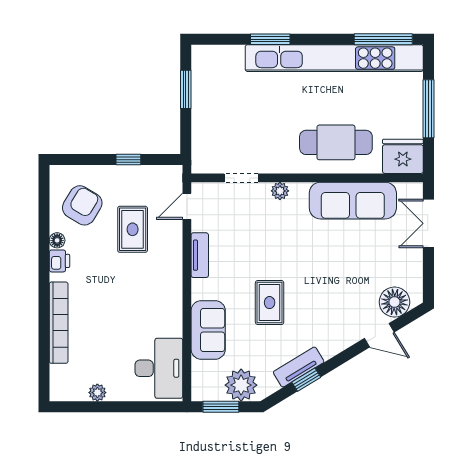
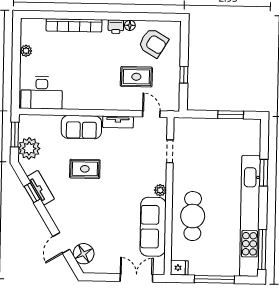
fridge: (403, 156) -> (179, 268), width x0.53, depth x0.75
plant: (280, 191) -> (160, 190), moved
sofa: (208, 330) -> (81, 127), moved

